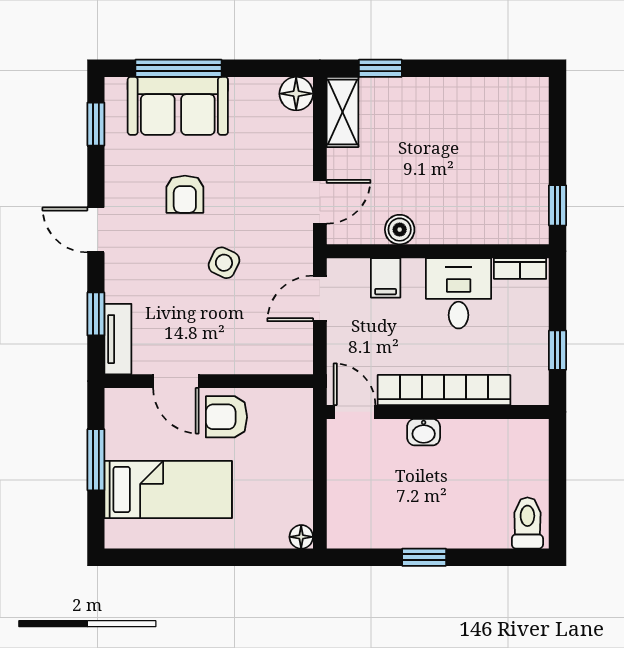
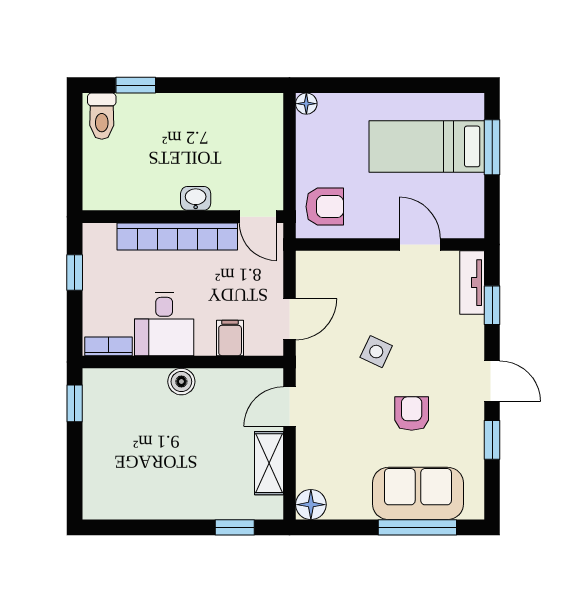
shelving: (343, 112) -> (269, 463), moved
window: (96, 124) -> (492, 440), moved
boiler: (400, 230) -> (181, 382), moved
armchair: (226, 417) -> (325, 207), moved
window: (96, 460) -> (492, 147), moved
window: (424, 557) -> (136, 85), moved

